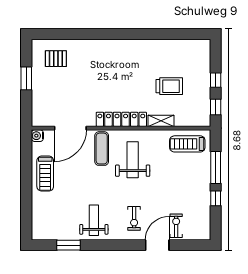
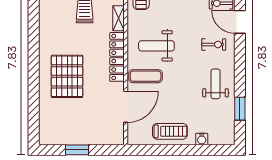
pallet: (56, 59) -> (67, 76), moved, width x2.05, depth x2.00
door: (70, 128) -> (126, 107), hinge flipped
water cooler: (37, 136) -> (202, 139), moved
weight bench: (94, 220) -> (216, 84), turned 90

